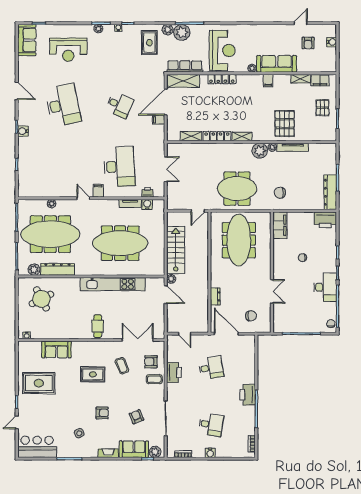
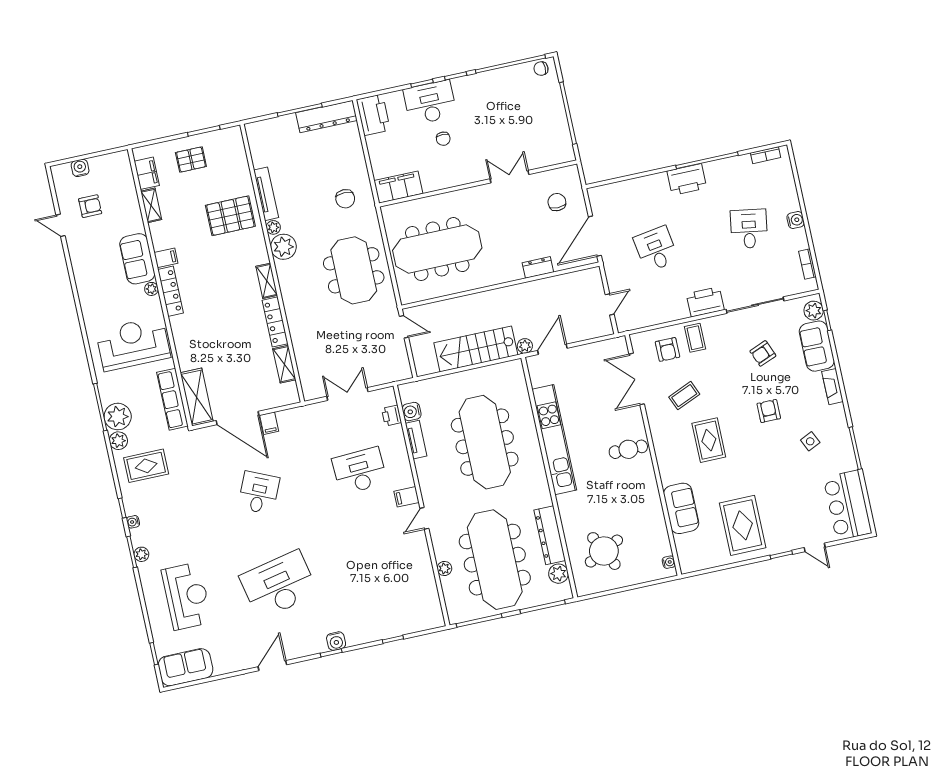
sofa: (277, 64) -> (137, 259), width x0.73
locker: (222, 79) -> (171, 291), moved
desk: (119, 167) -> (360, 471), width x0.73, depth x0.77
desk: (325, 287) -> (430, 103), moved
printer: (174, 372) -> (705, 302), moved

